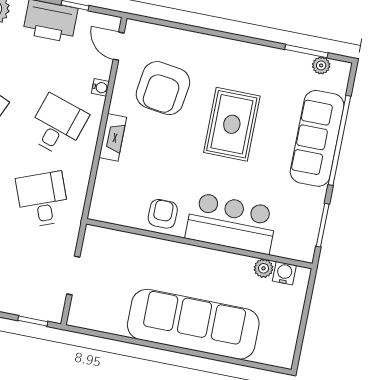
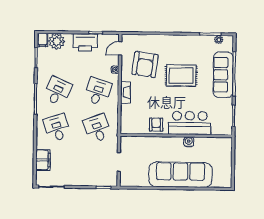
door: (119, 46) -> (120, 48), hinge flipped
rug: (232, 124) -> (181, 76), turned 90
plant: (263, 268) -> (209, 142), removed
water cooler: (284, 273) -> (189, 142), moved

